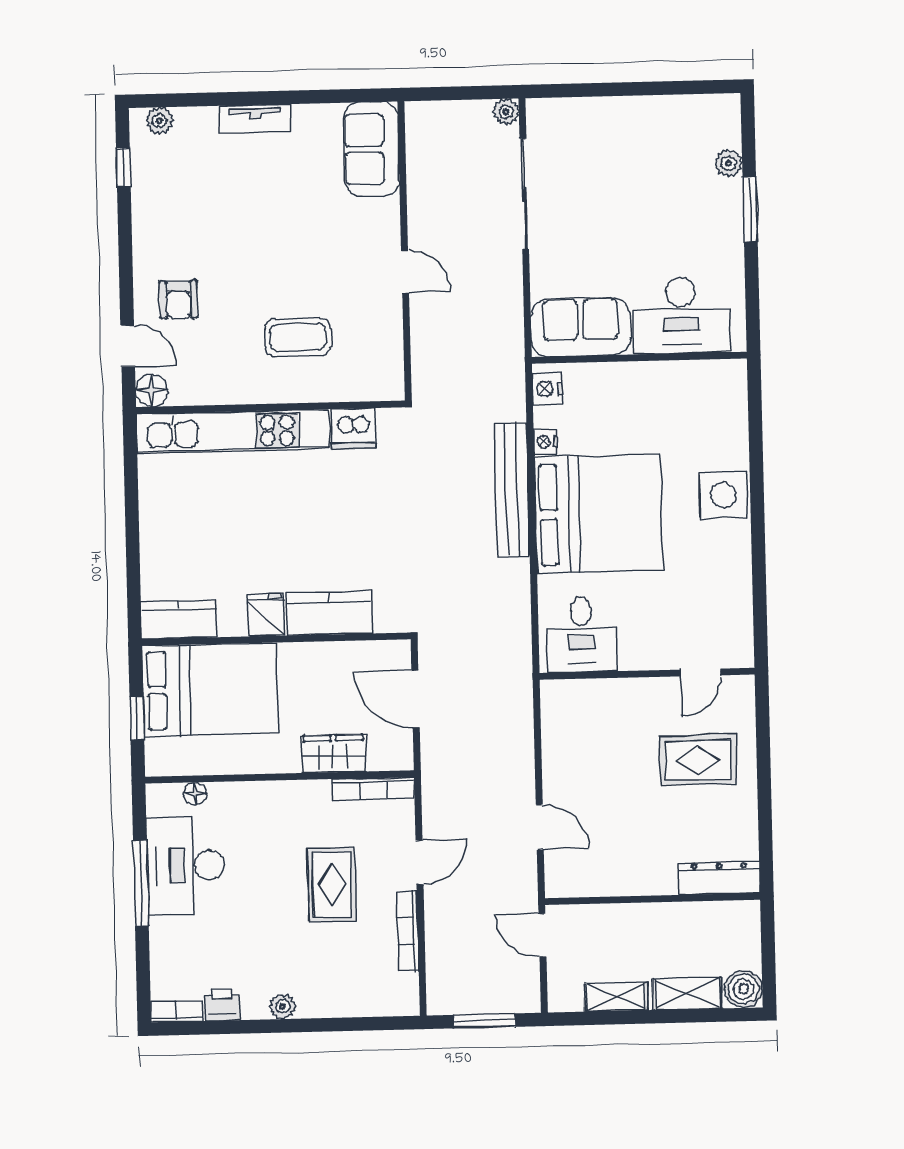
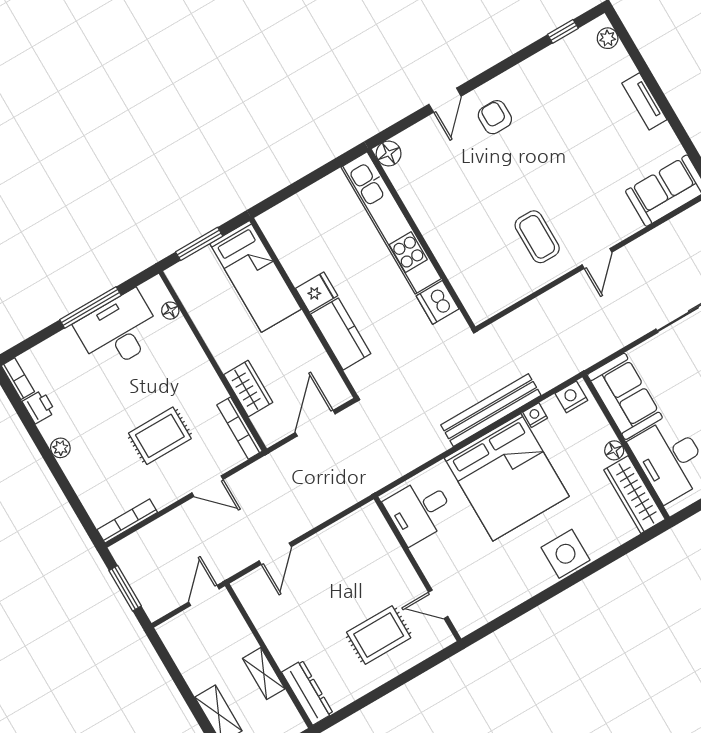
armchair: (179, 300) -> (495, 117), turned 90
coffee table: (298, 337) -> (537, 237), moved
floor lamp: (636, 374) -> (614, 450), added
wardrobe: (699, 378) -> (634, 495), added
floor lamp: (152, 391) -> (389, 154), moved
wall: (270, 407) -> (421, 239), moved
dishwasher: (353, 429) -> (438, 302), moved
kitchen unit: (233, 431) -> (391, 223), moved
kitchen counter: (179, 619) -> (281, 235), removed
bed: (210, 689) -> (256, 276), width x0.67
window: (137, 718) -> (199, 244), width x1.50
rug: (698, 760) -> (379, 635), turned 90
bookcase: (408, 931) -> (127, 521), moved
shelving: (616, 997) -> (264, 674), moved

